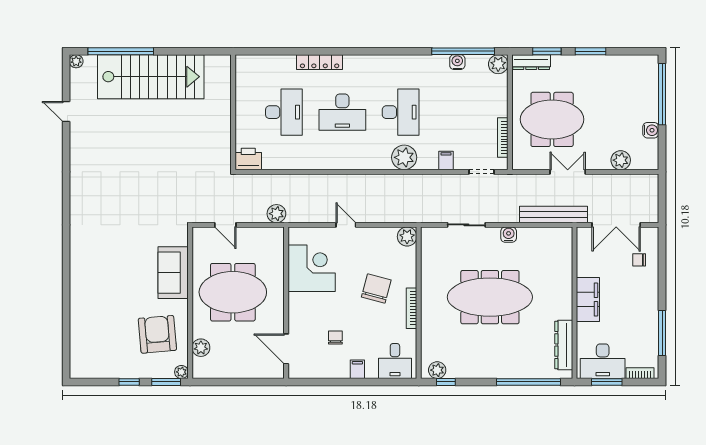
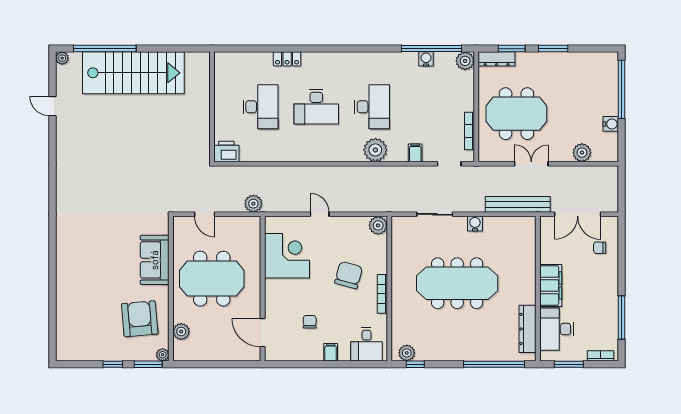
locker: (320, 62) -> (287, 59), width x0.66
desk: (603, 361) -> (556, 329), moved, turned 90

